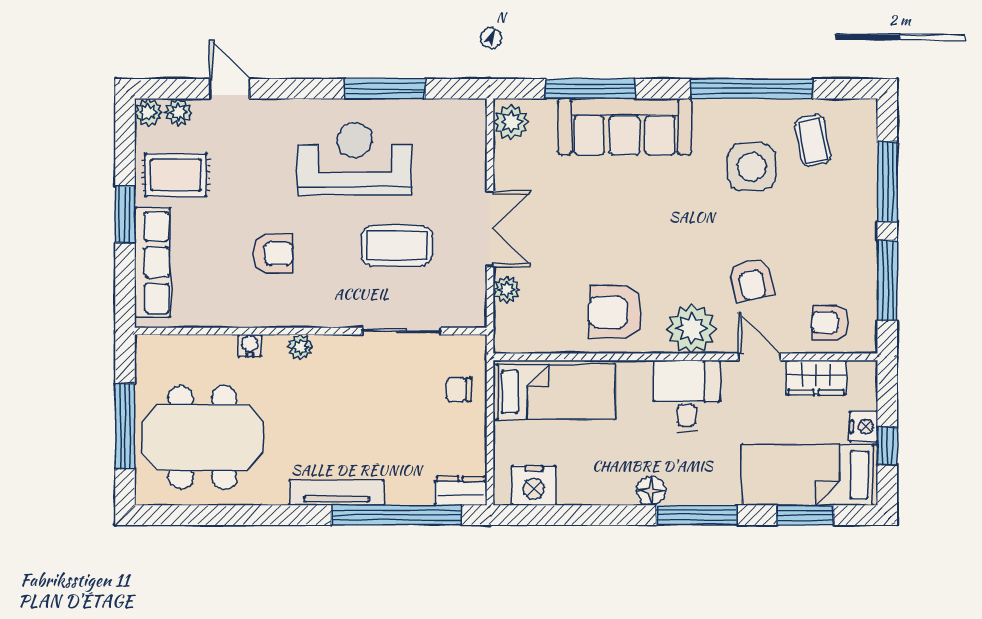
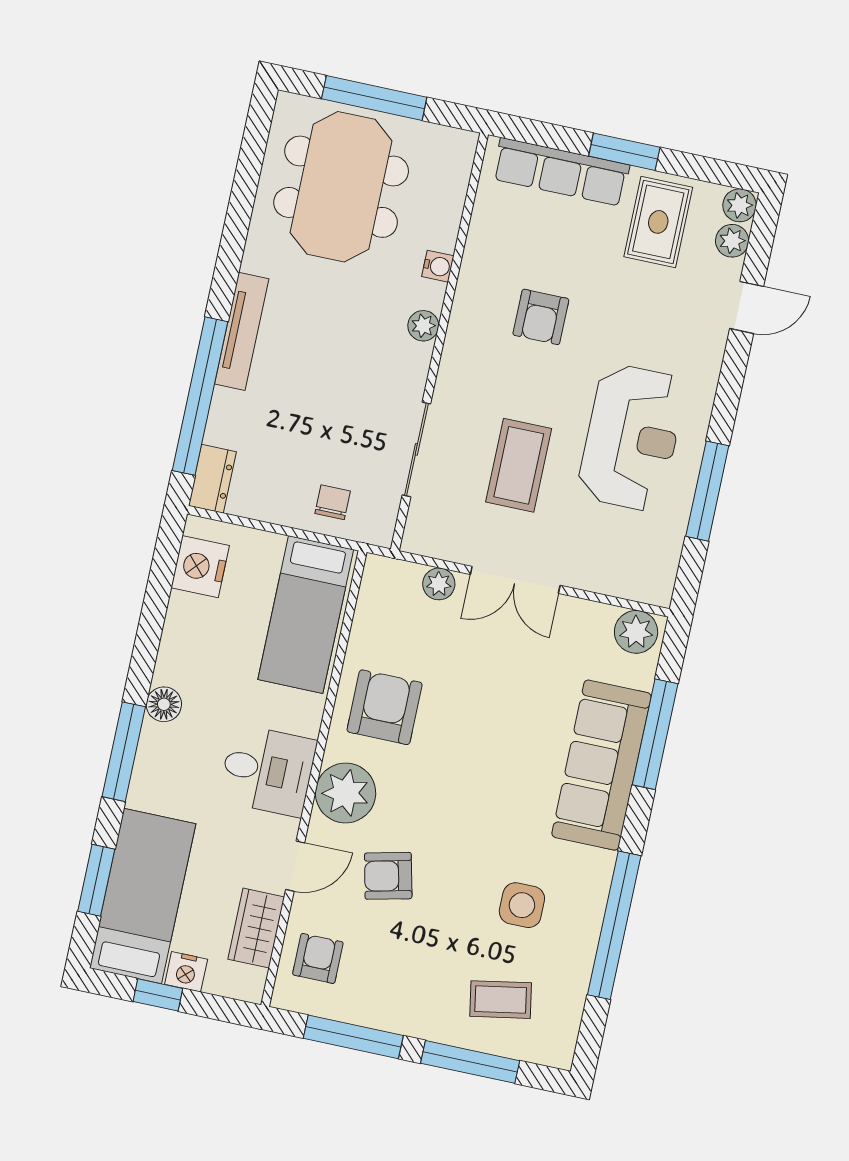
coffee table: (813, 141) -> (501, 1000), moved
side table: (752, 167) -> (522, 905), width x0.73, depth x0.73

